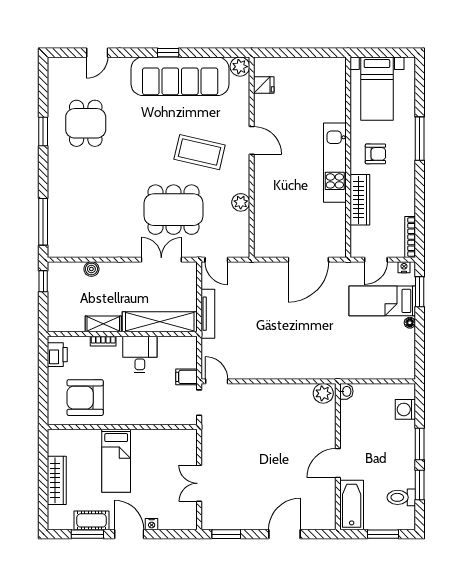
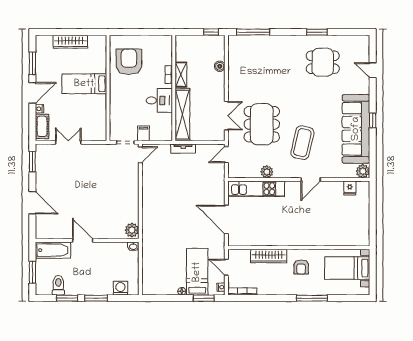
kitchen unit: (335, 163) -> (256, 189), moved, turned 180
tv unit: (208, 314) -> (183, 149), width x0.71
printer: (57, 355) -> (159, 42), removed
cot: (92, 520) -> (42, 126), moved

